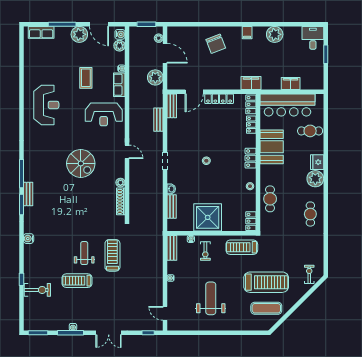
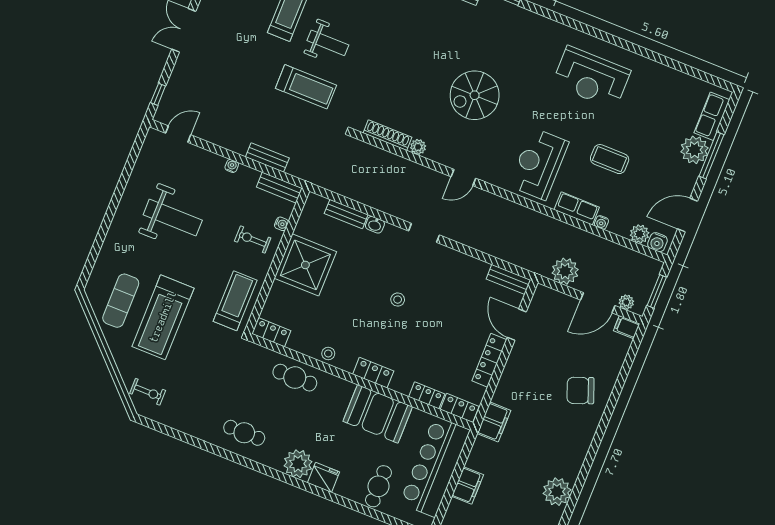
filing cabinet: (247, 33) -> (627, 327), moved
plant: (79, 34) -> (695, 150), moved
bench: (158, 120) -> (267, 158), moved

